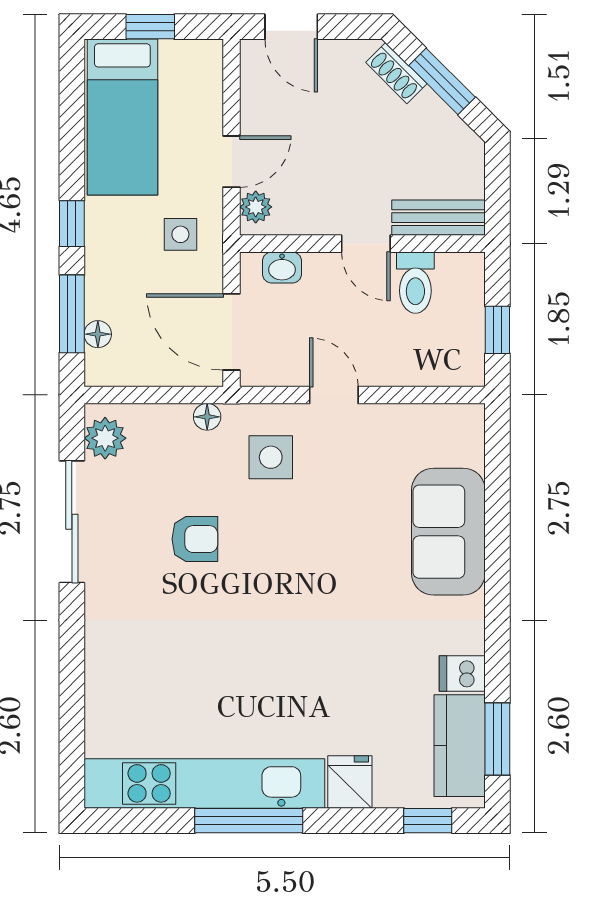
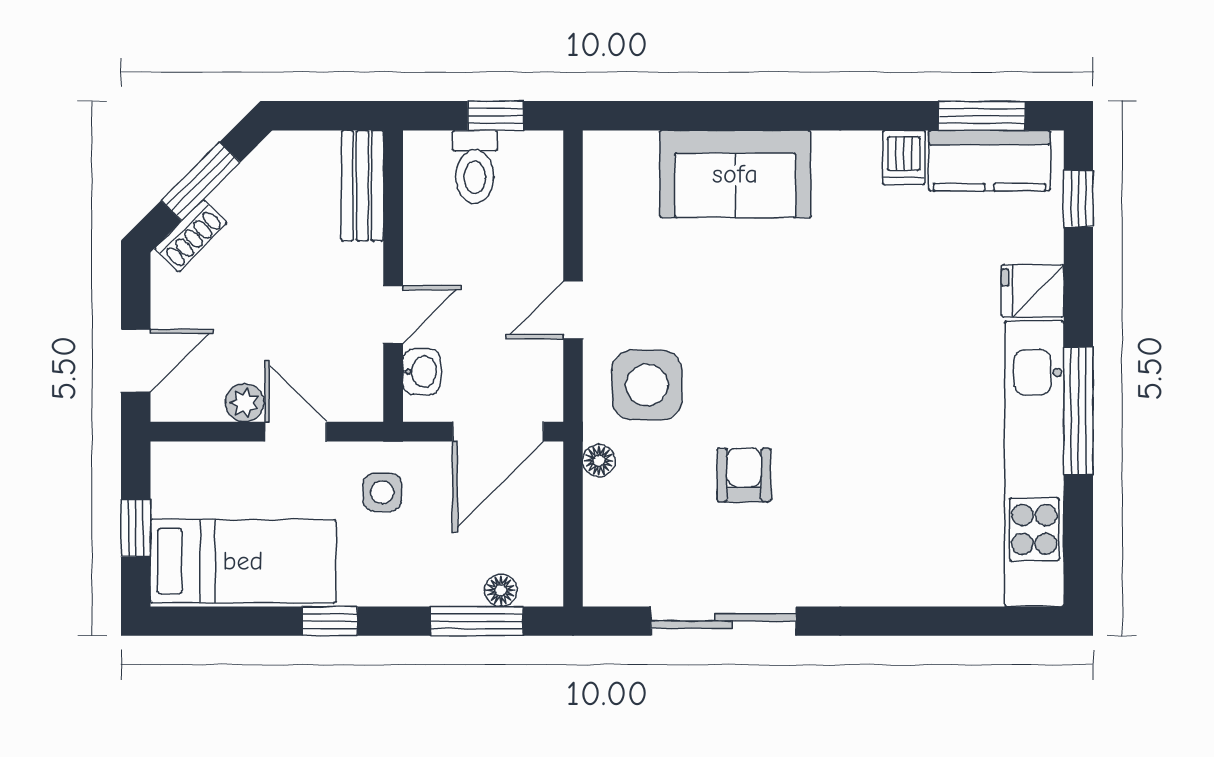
plant: (256, 207) -> (245, 403), moved
window: (72, 224) -> (330, 621), moved
door: (366, 244) -> (393, 314), moved
toilet: (415, 283) -> (475, 167), moved, turned 90
plant: (105, 438) -> (624, 582), removed
side table: (271, 457) -> (647, 385), width x1.37, depth x1.37

